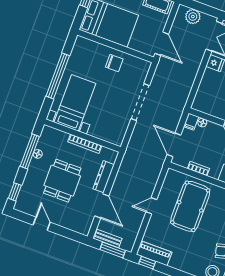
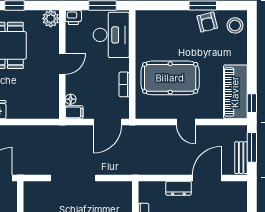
dresser: (104, 177) -> (178, 188), width x0.70
piano: (154, 253) -> (235, 92), width x1.37, depth x1.33

